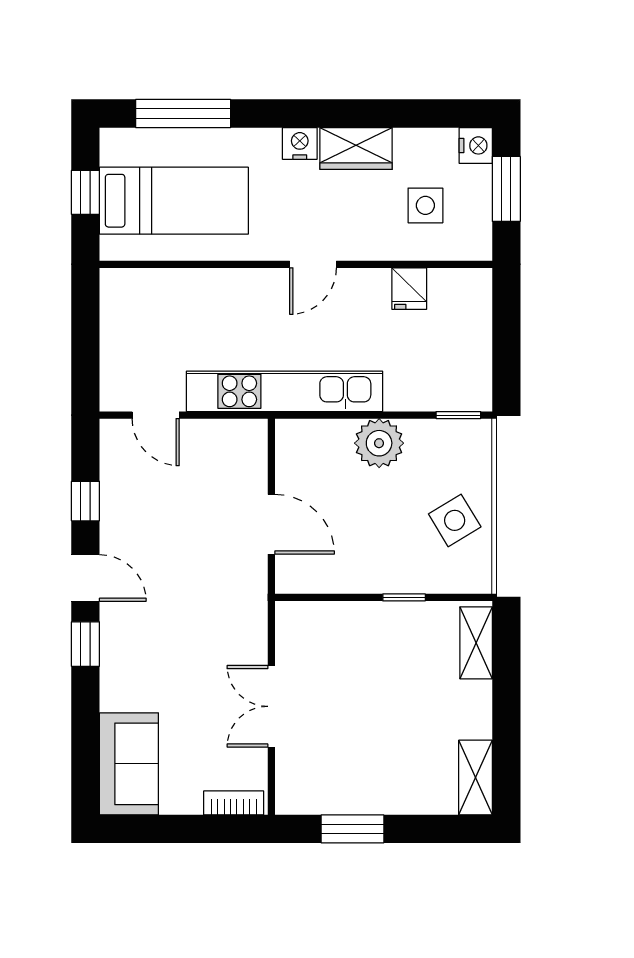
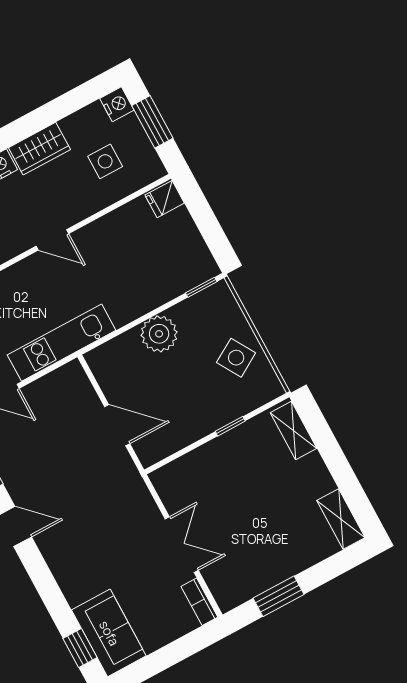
door: (313, 264) -> (52, 240), hinge flipped
fridge: (409, 289) -> (165, 199), moved, turned 90
kitchen unit: (285, 391) -> (62, 343), width x0.73
window: (85, 644) -> (80, 648), moved
double door: (271, 706) -> (182, 545), swing flipped
bookcase: (234, 803) -> (199, 602), moved, turned -90

